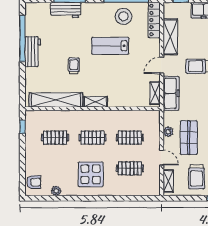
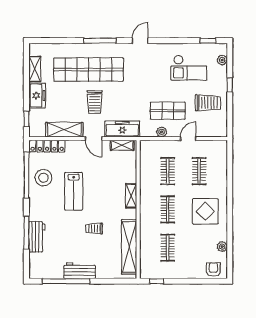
shelving: (95, 102) -> (131, 196), moved
shelving: (168, 181) -> (212, 132), removed

